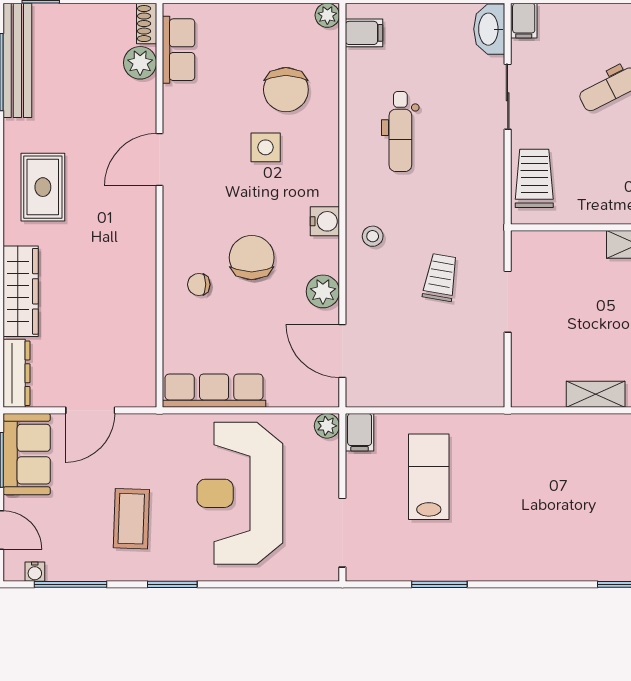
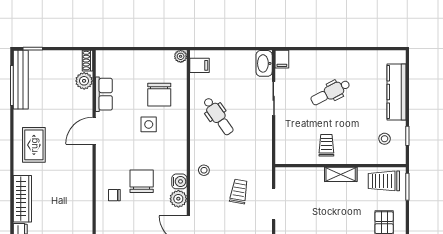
row of seats: (179, 50) -> (104, 94), moved
dental chair: (400, 132) -> (218, 116), turned -35
trolley: (534, 178) -> (326, 145), moved, width x0.73, depth x0.72
water cooler: (325, 221) -> (179, 181), moved

